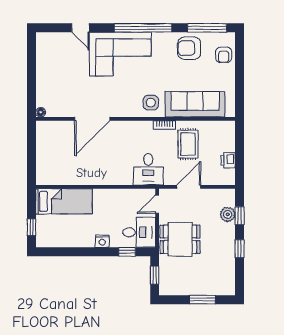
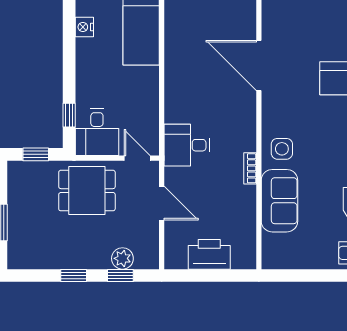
sofa: (195, 104) -> (279, 201), width x0.73
rug: (188, 144) -> (223, 202), removed
printer: (228, 160) -> (209, 254), width x1.87, depth x1.48
dining table: (180, 239) -> (87, 191), turned 90
nightstand: (102, 241) -> (84, 27), moved

